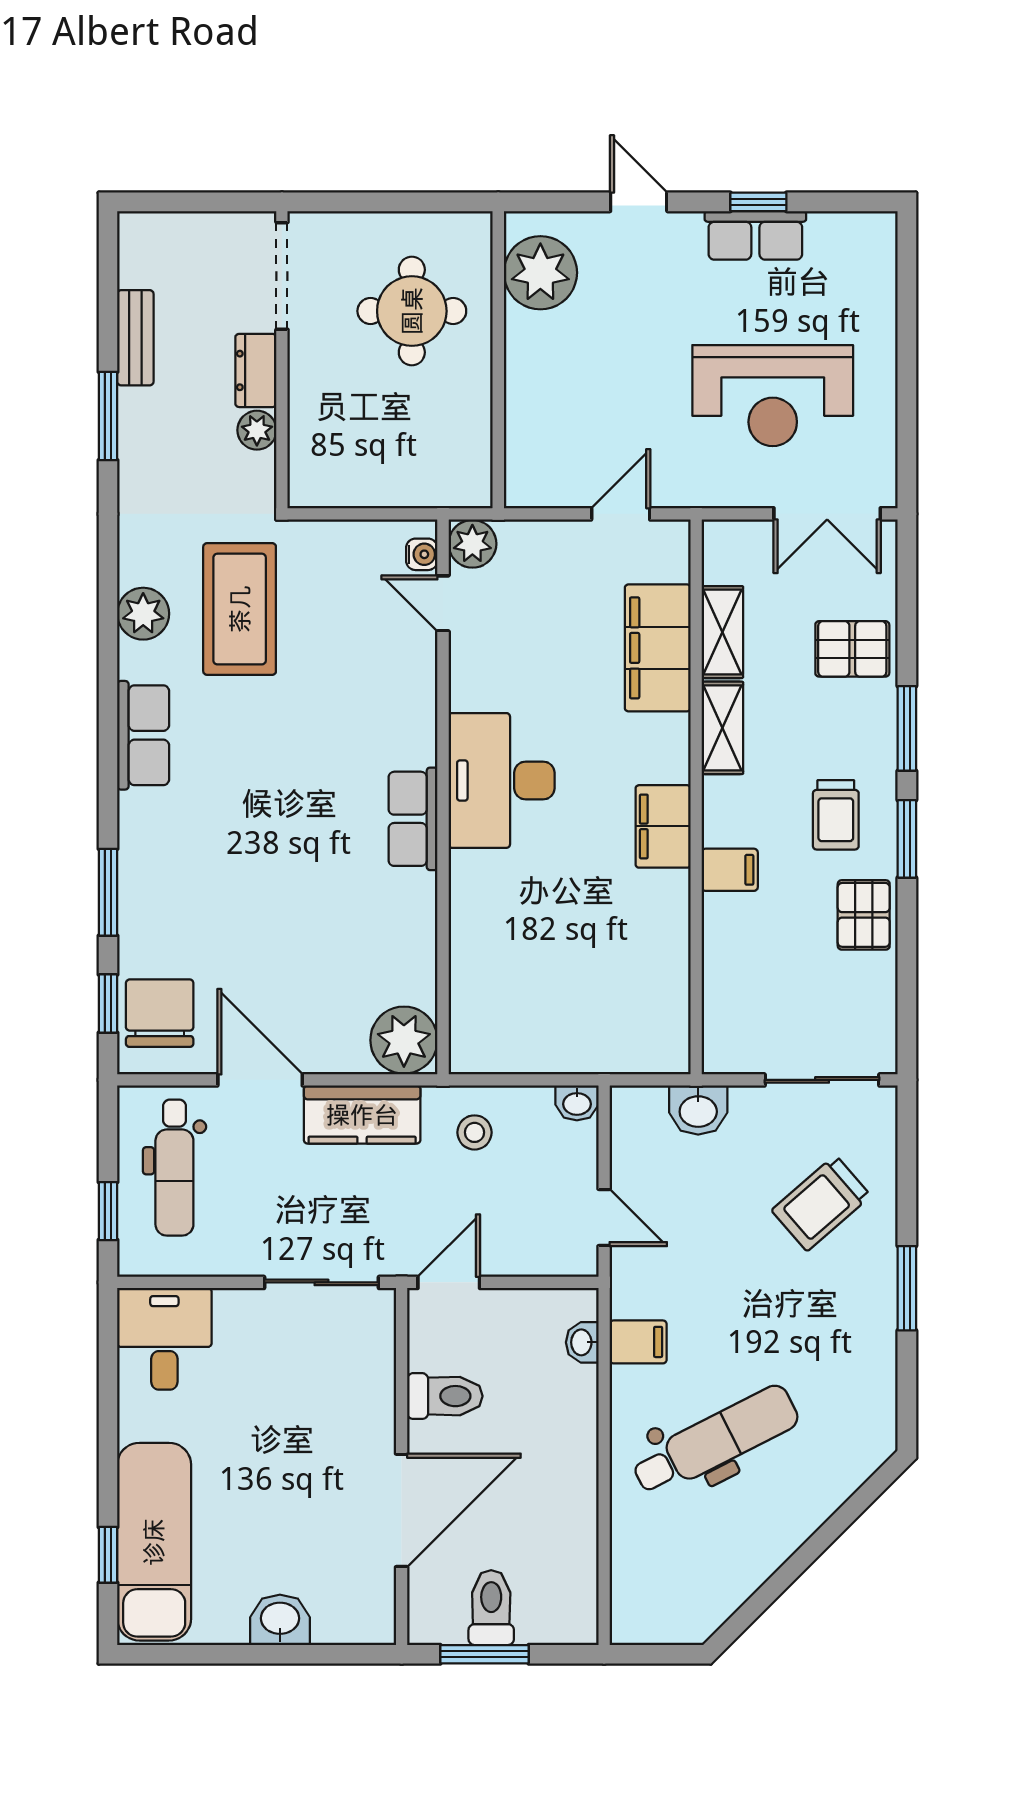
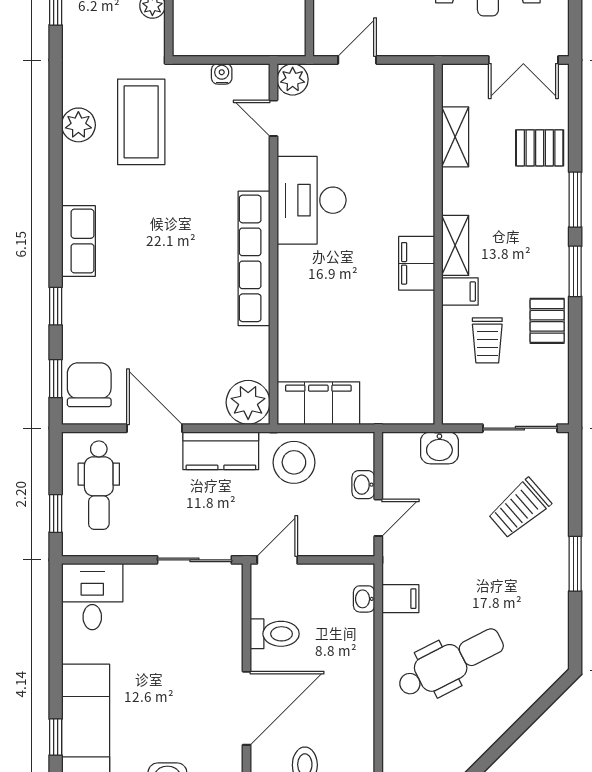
door: (621, 514) -> (357, 60), moved
water cooler: (422, 554) -> (222, 74), moved, turned -90
filing cabinet: (658, 648) -> (318, 403), moved, turned 90
shelving: (722, 728) -> (455, 245), moved
row of seats: (143, 735) -> (78, 241), moved
desk: (502, 780) -> (312, 200), moved
trolley: (836, 815) -> (487, 340), moved
row of seats: (413, 819) -> (254, 258), width x2.02
window: (108, 892) -> (56, 306), width x0.67
washbasin: (577, 1103) -> (363, 485), moved, turned 90
stool: (475, 1132) -> (294, 462), width x1.89, depth x1.89
door: (604, 1218) -> (378, 518), hinge flipped

